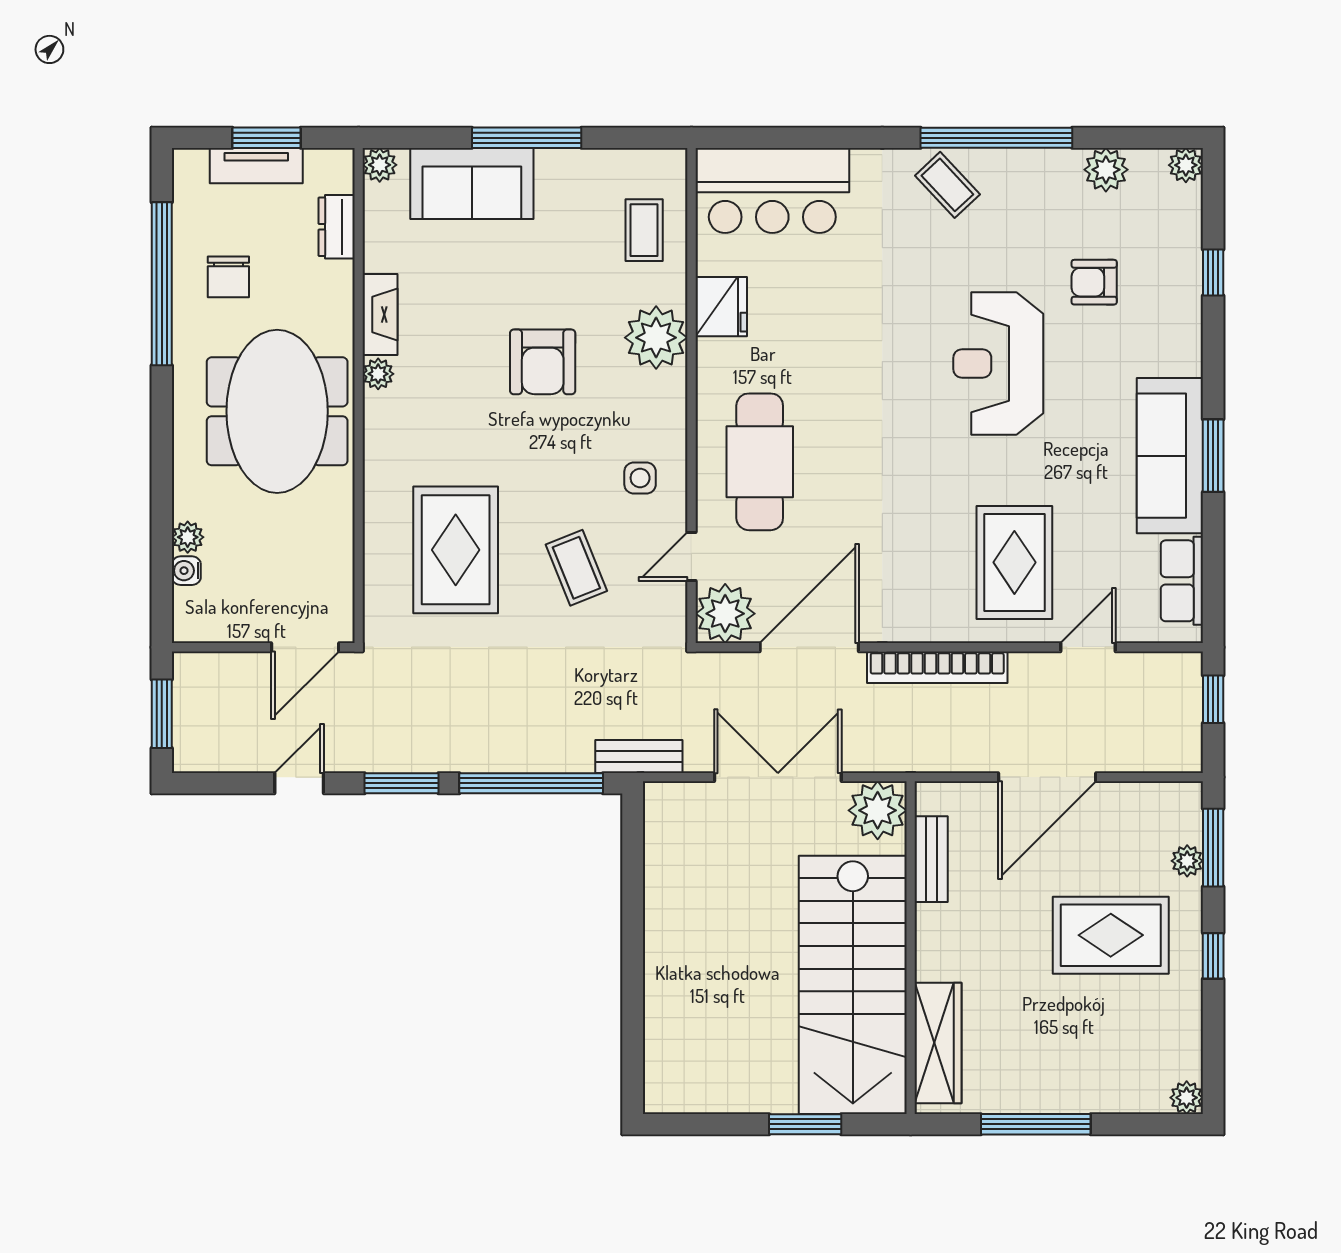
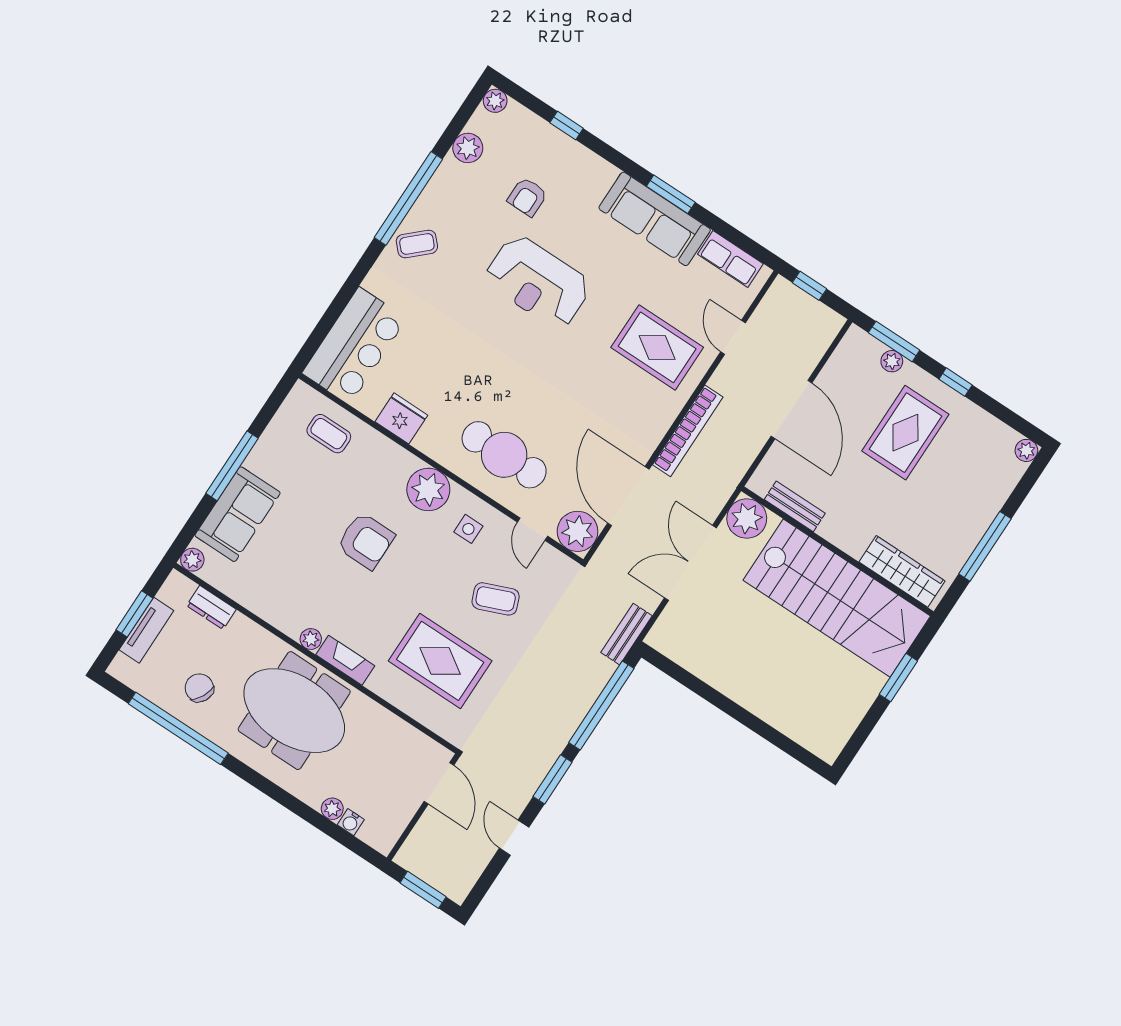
chair: (228, 277) -> (199, 688), turned -153
fireplace: (380, 315) -> (345, 660), moved
plant: (656, 338) -> (428, 489), moved

